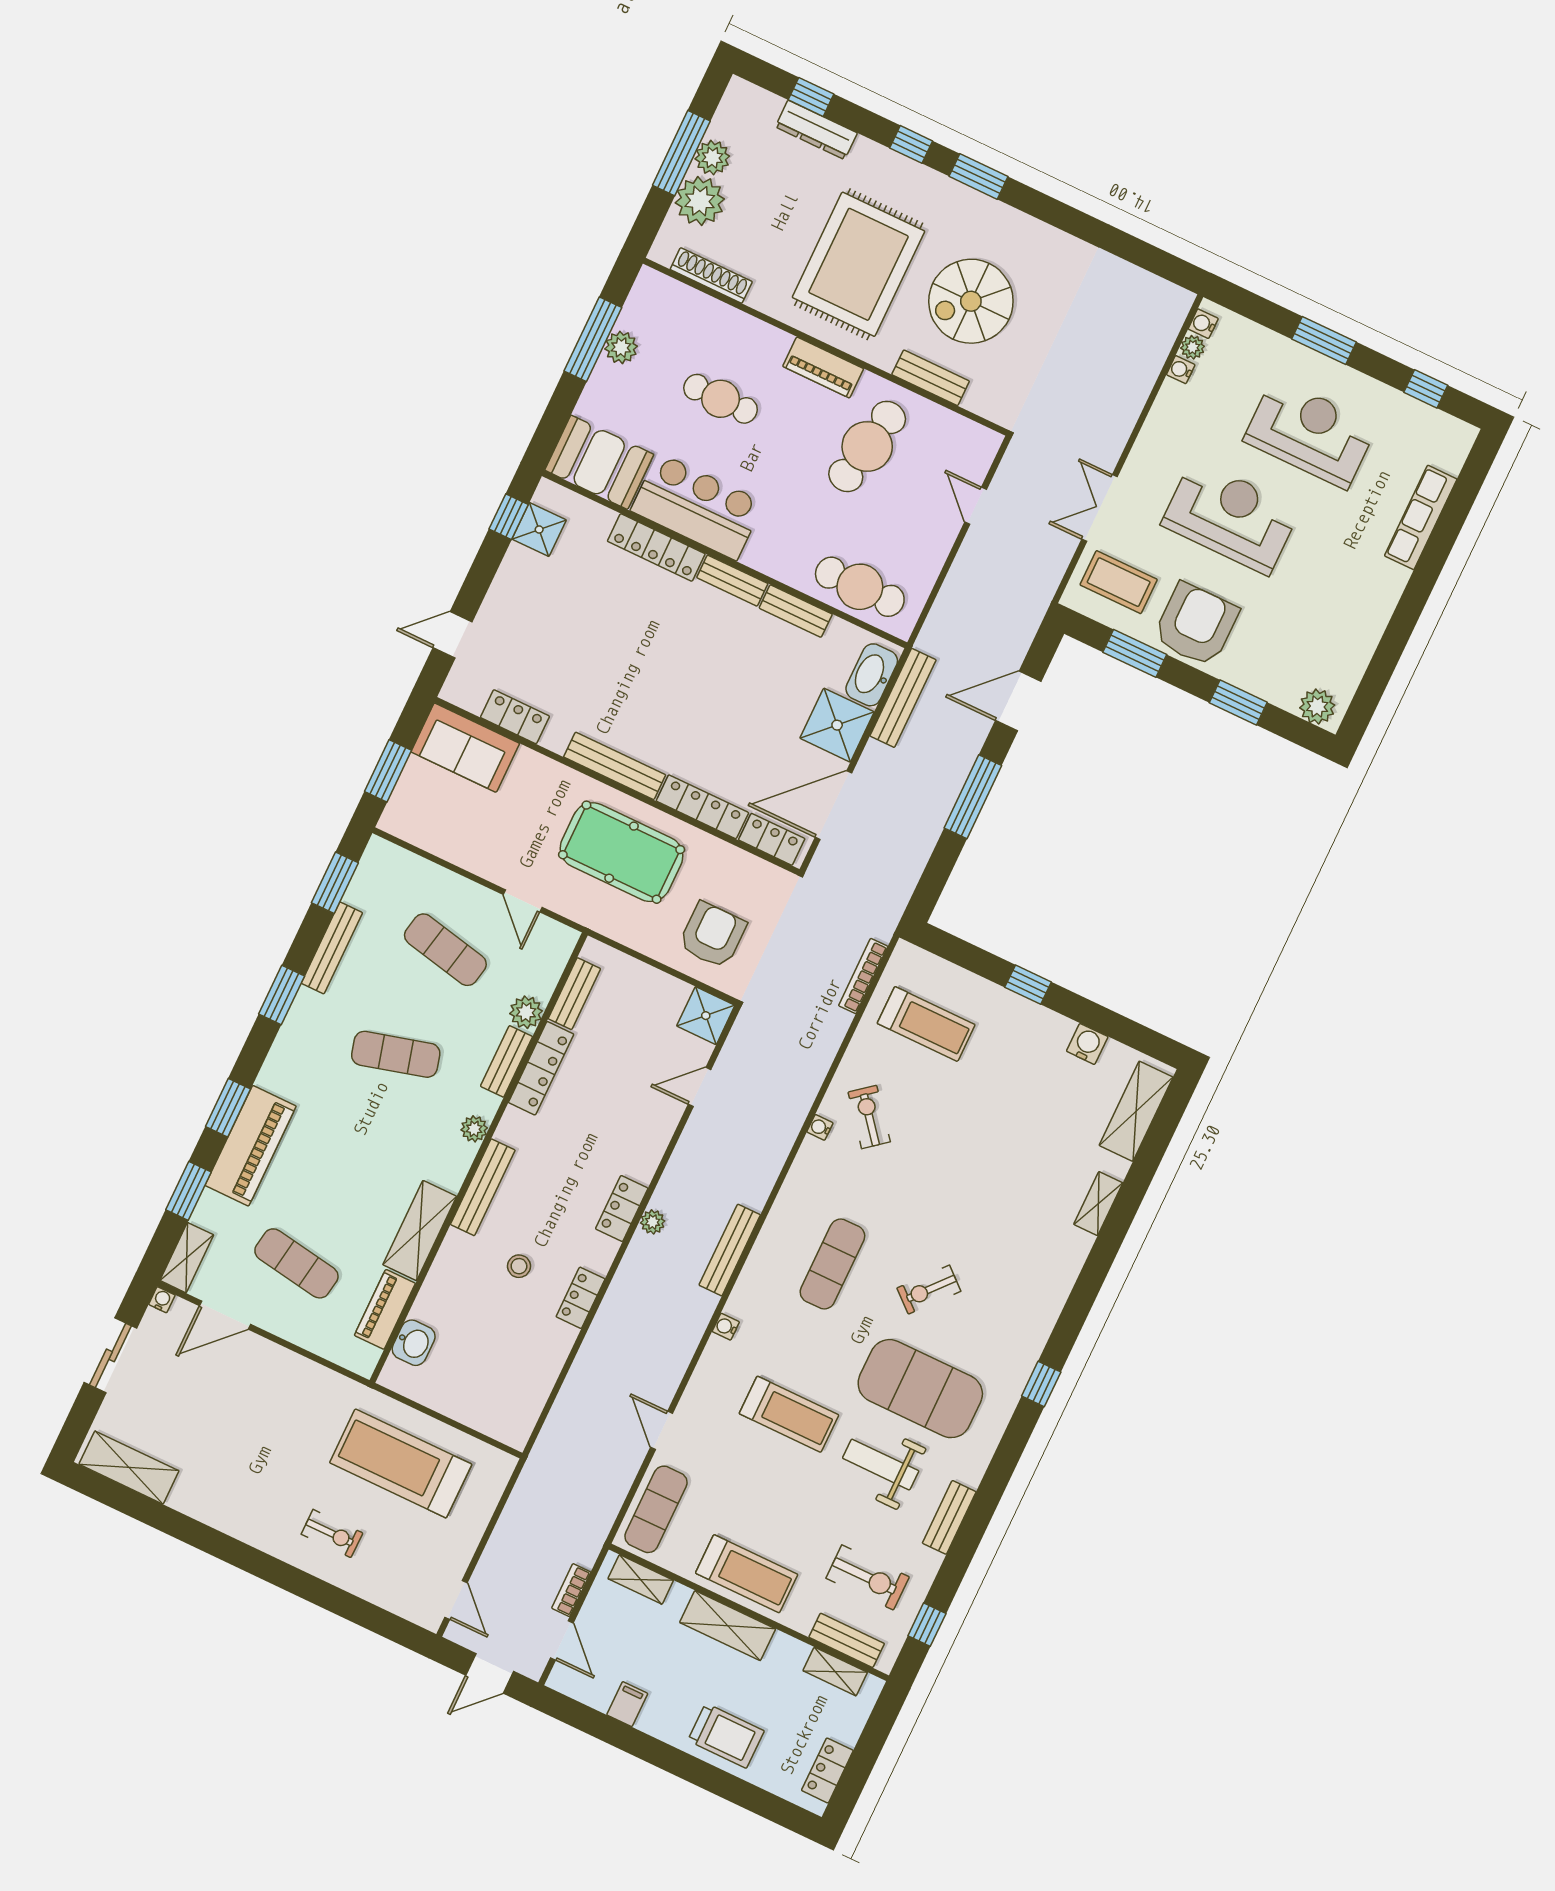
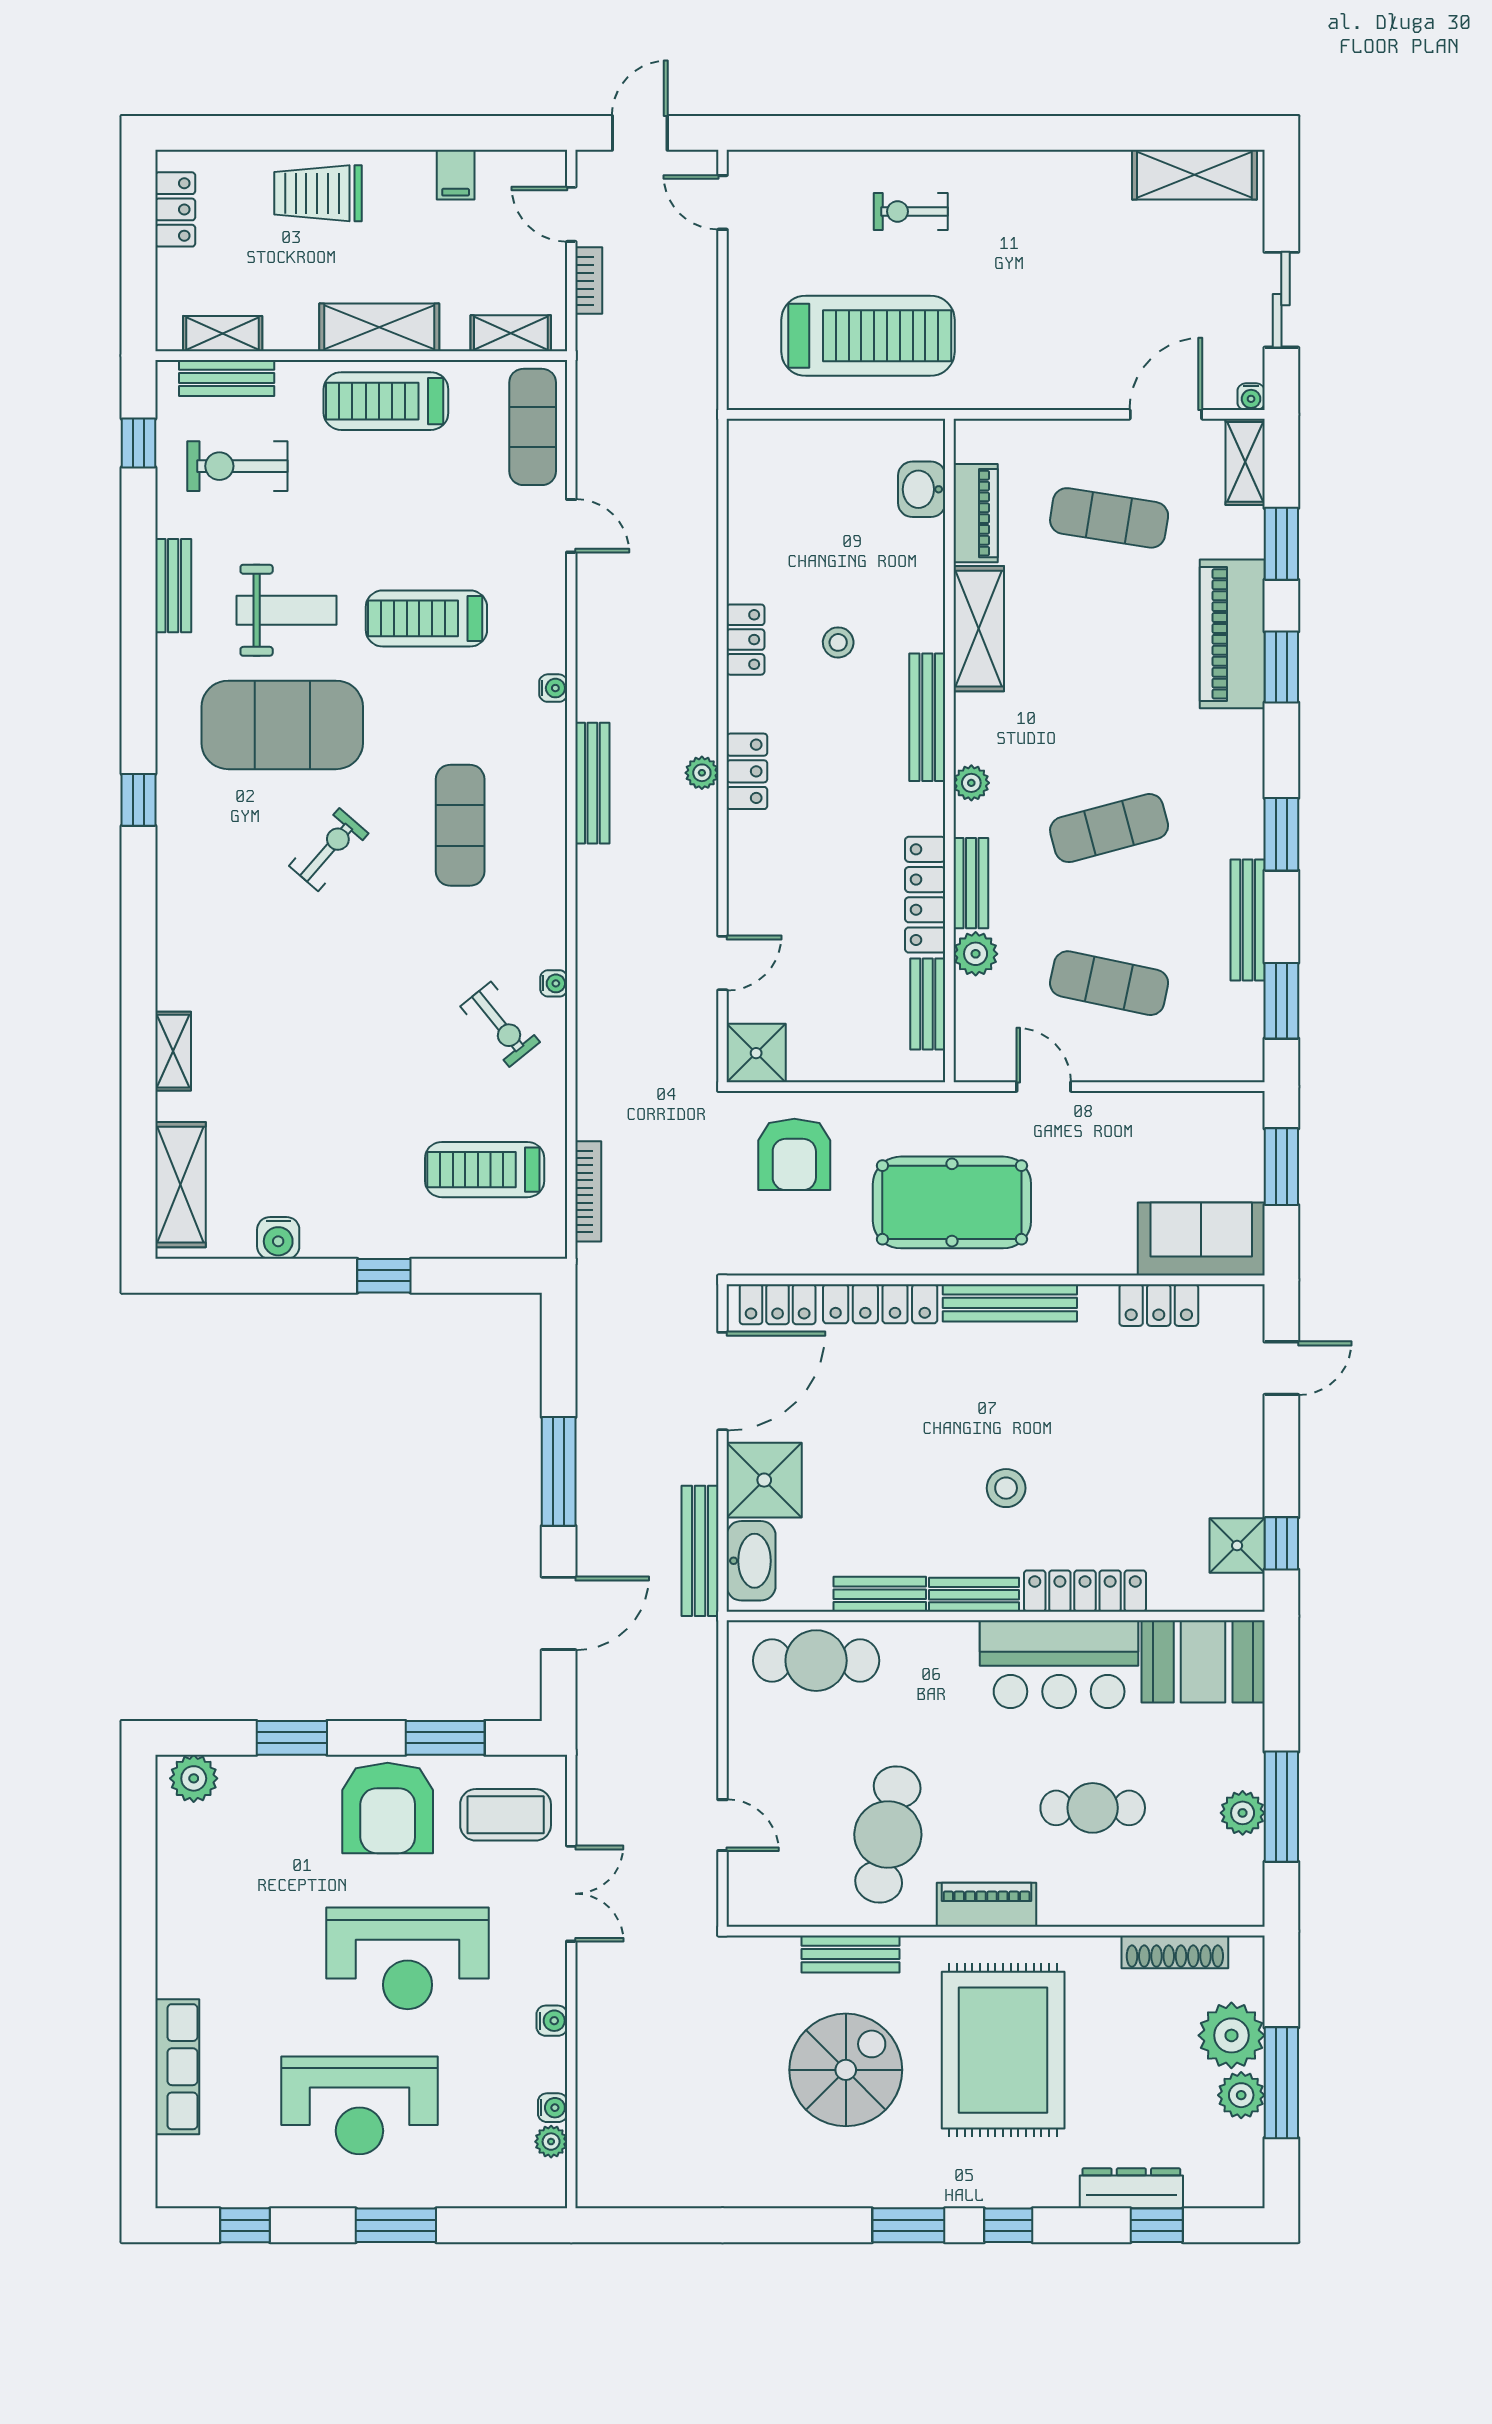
water cooler: (1203, 324) -> (552, 2021), moved
stool: (676, 642) -> (1006, 1488), added

